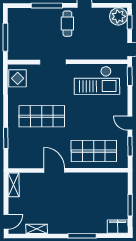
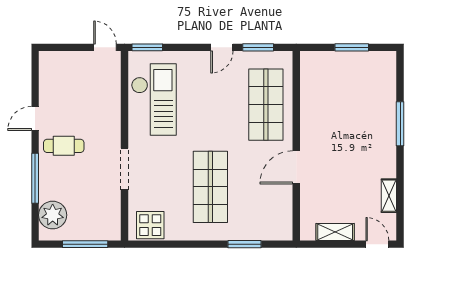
plant: (118, 16) -> (53, 215), moved
window: (130, 22) -> (62, 47), removed
shelving: (14, 185) -> (335, 232), moved
filing cabinet: (118, 227) -> (386, 67), removed

